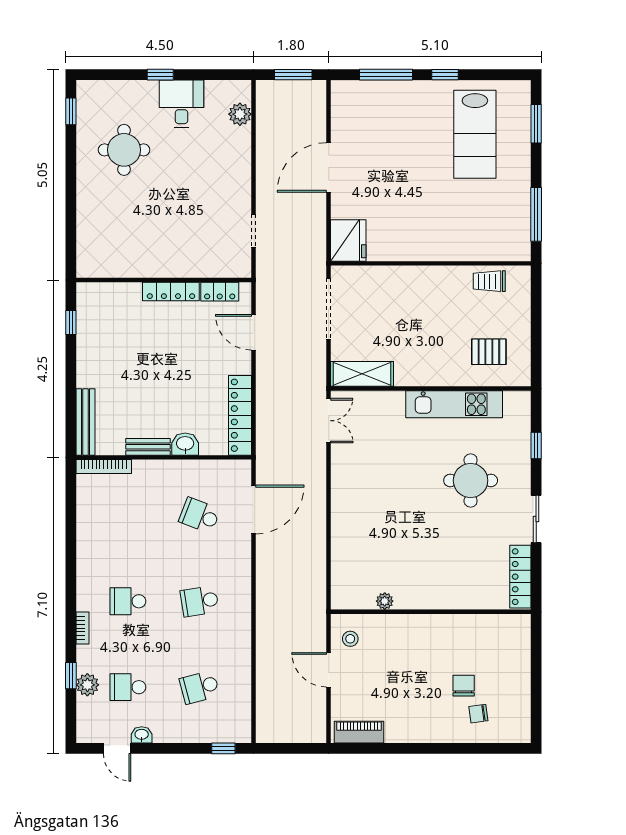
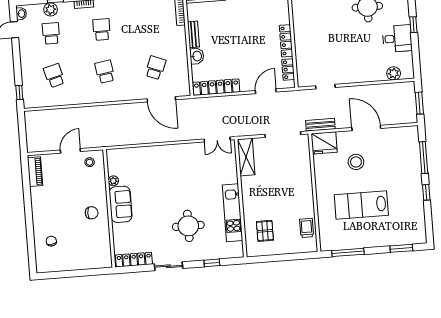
lab bench: (475, 134) -> (361, 205), moved
stool: (384, 189) -> (356, 162), added
bench: (317, 245) -> (320, 125), added
sofa: (425, 592) -> (121, 204), added
chair: (464, 686) -> (92, 213), moved
washbasin: (142, 735) -> (21, 14), moved

